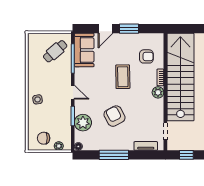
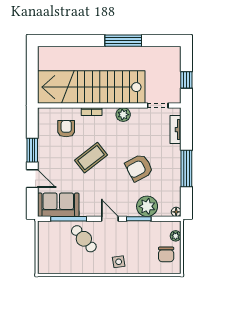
cafe table: (55, 51) -> (84, 239), moved
coffee table: (123, 77) -> (91, 158), turned -37
door: (73, 92) -> (110, 219), hinge flipped
plant: (158, 92) -> (123, 115), moved

